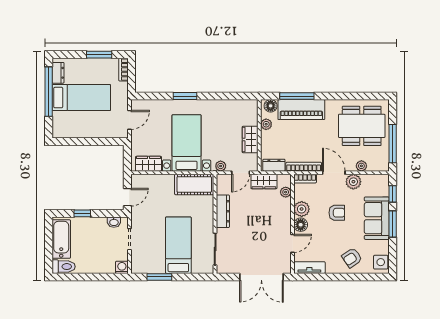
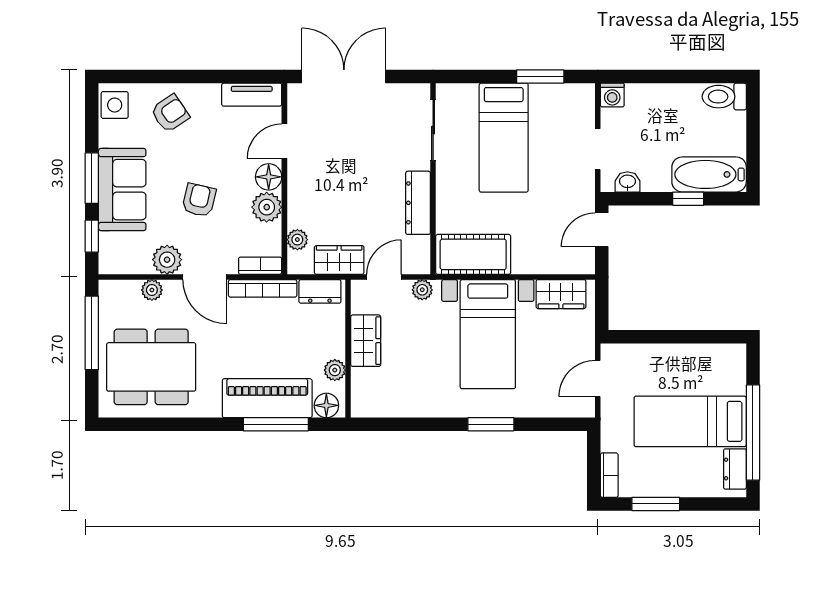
armchair: (337, 213) -> (199, 200), turned 103
bathtub: (61, 239) -> (709, 174), moved, turned 90

